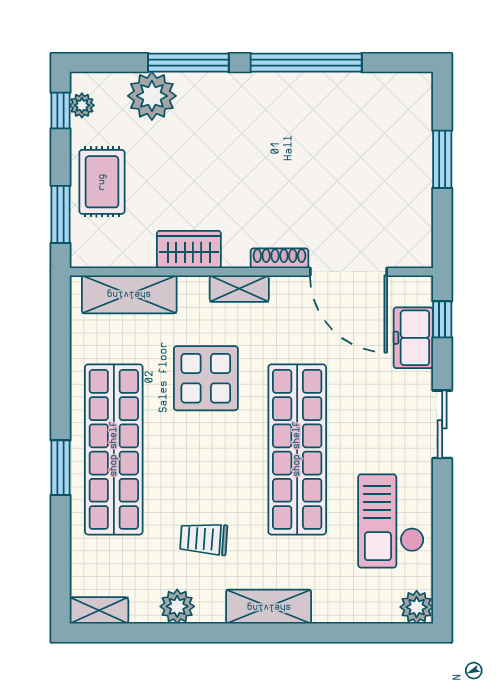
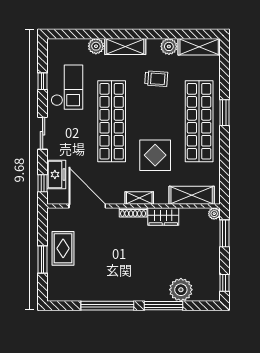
plant: (82, 105) -> (214, 214), moved
rug: (102, 182) -> (63, 248), moved
shoe rack: (279, 258) -> (133, 212), moved
window: (442, 533) -> (43, 81), added
plant: (417, 607) -> (96, 46), moved
shelving: (99, 610) -> (199, 47), width x1.50, depth x1.33

